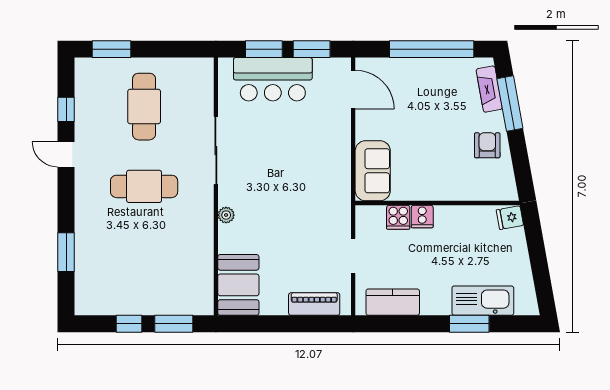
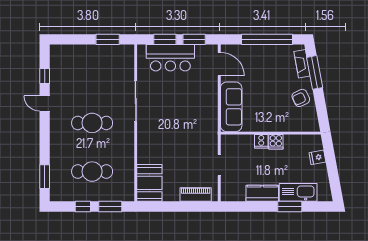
window: (111, 49) -> (108, 39), moved
cafe table: (144, 107) -> (92, 172), moved, turned 90
armchair: (487, 145) -> (301, 98), turned -115
sofa: (373, 171) -> (231, 107), width x1.36
plant: (226, 215) -> (142, 140), removed
cooker: (398, 217) -> (276, 142), moved
fridge: (510, 218) -> (317, 157), moved
window: (66, 252) -> (45, 177), moved
kitchen counter: (393, 302) -> (262, 193), moved

